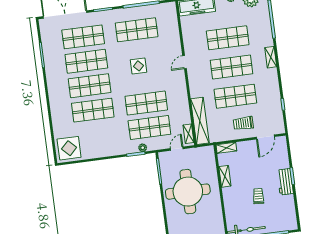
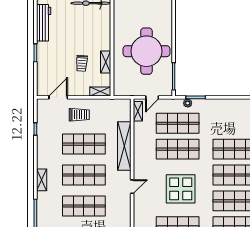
display table: (138, 66) -> (181, 189), width x1.86, depth x1.86
shelving: (200, 121) -> (124, 146), moved
workbench: (285, 182) -> (44, 23), moved, width x1.38
trolley: (258, 196) -> (82, 63), moved

